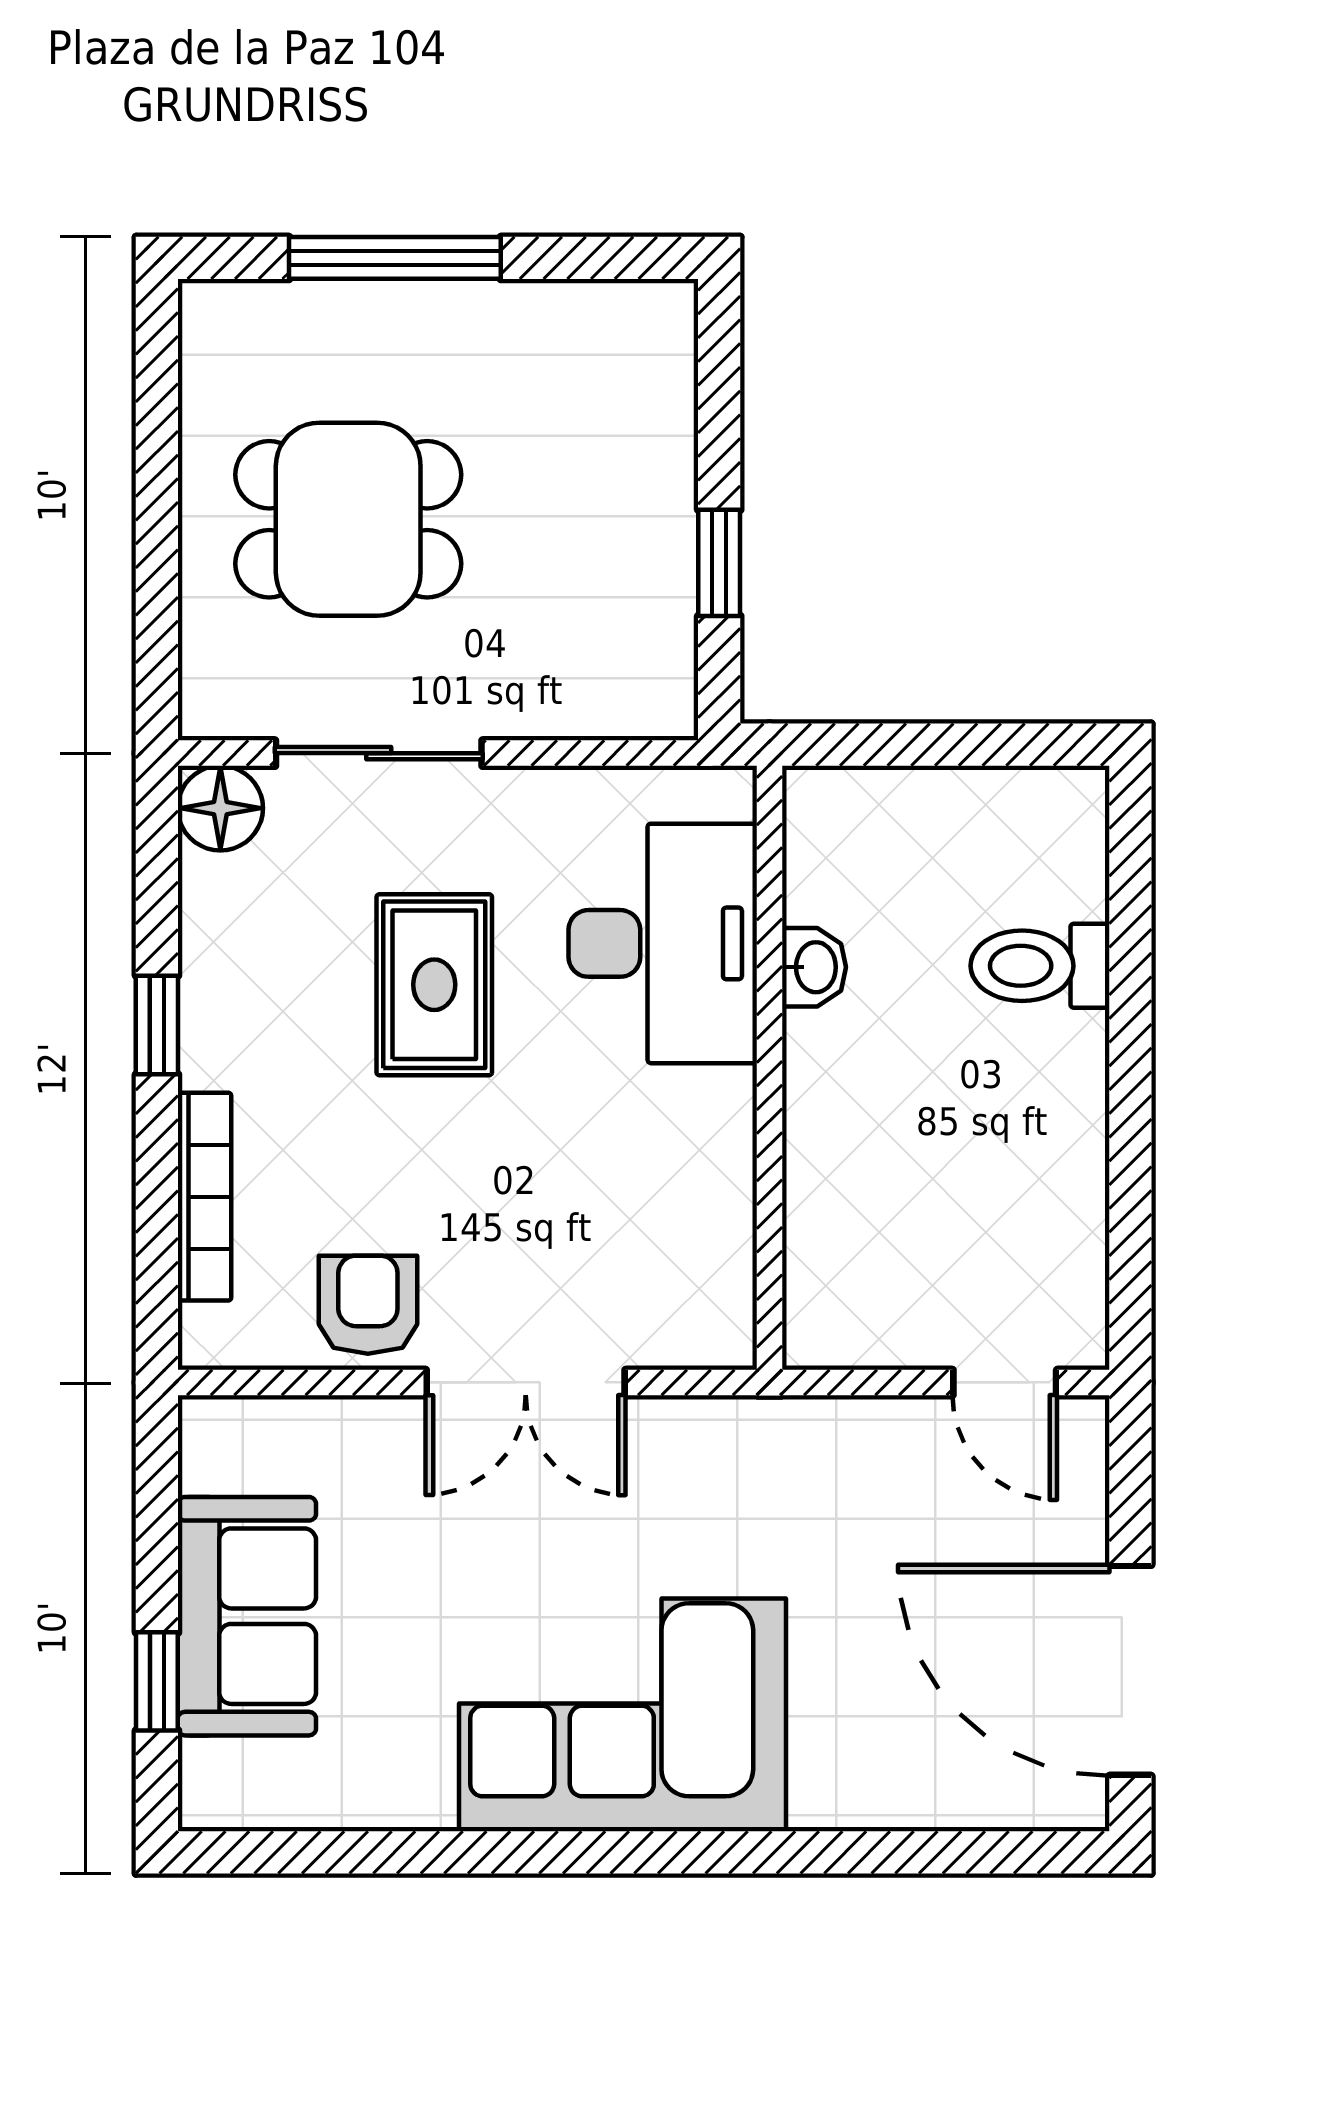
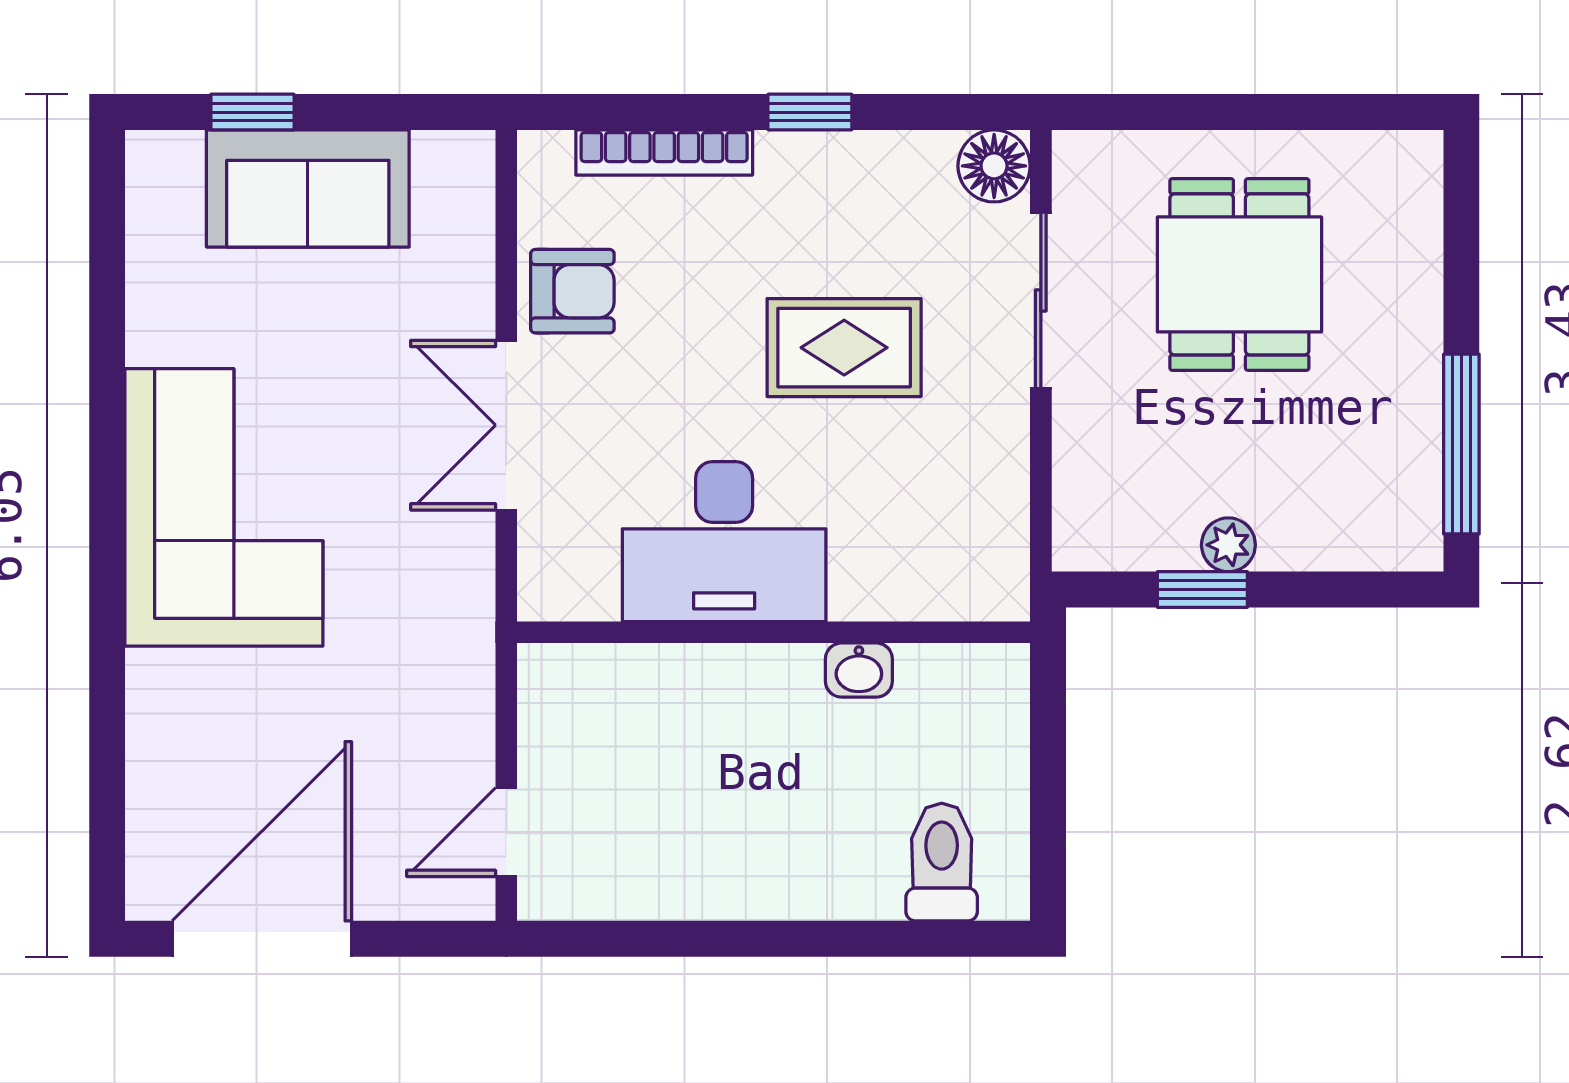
window: (395, 258) -> (1461, 444), moved
plant: (666, 532) -> (1228, 545), added
desk: (663, 943) -> (724, 542), moved
toilet: (1040, 966) -> (942, 862), moved

